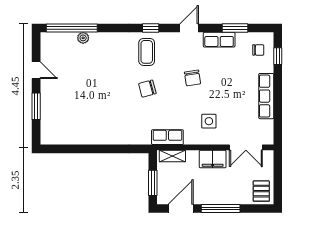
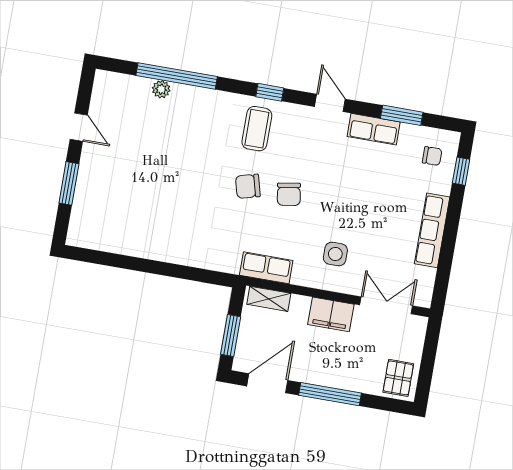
window: (72, 28) -> (177, 76), moved
door: (189, 28) -> (330, 103), hinge flipped
chair: (193, 78) -> (289, 194), moved
double door: (246, 147) -> (386, 305), swing flipped

